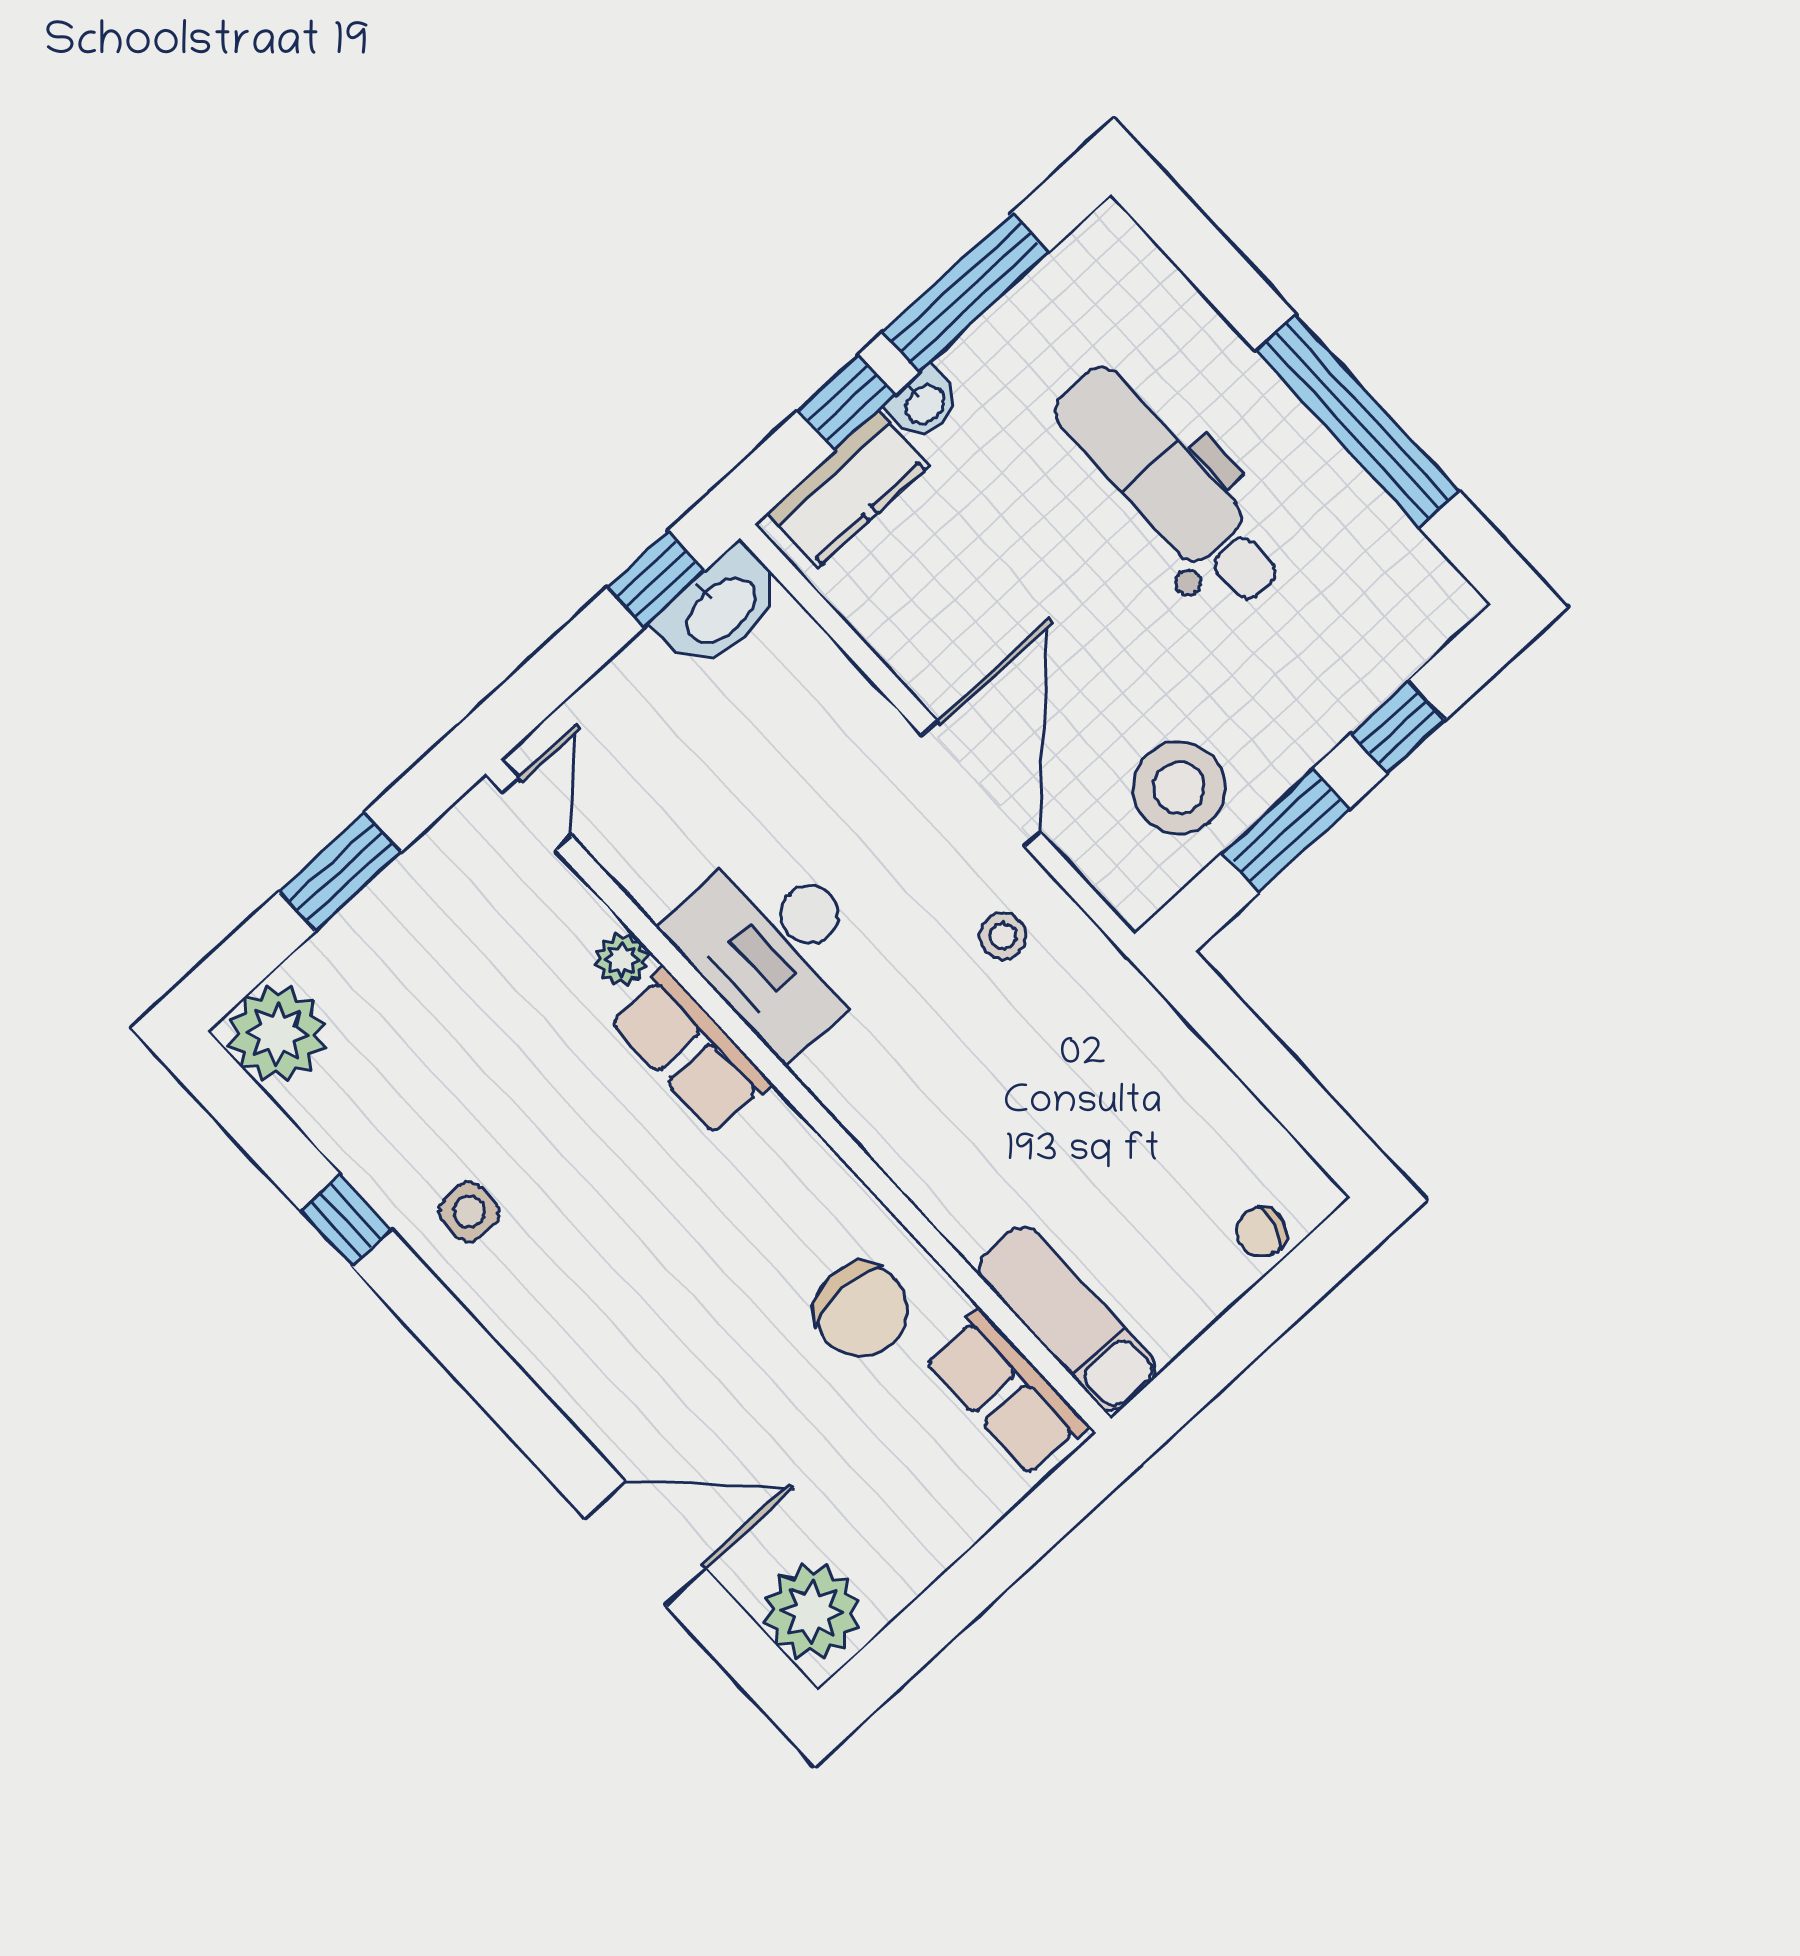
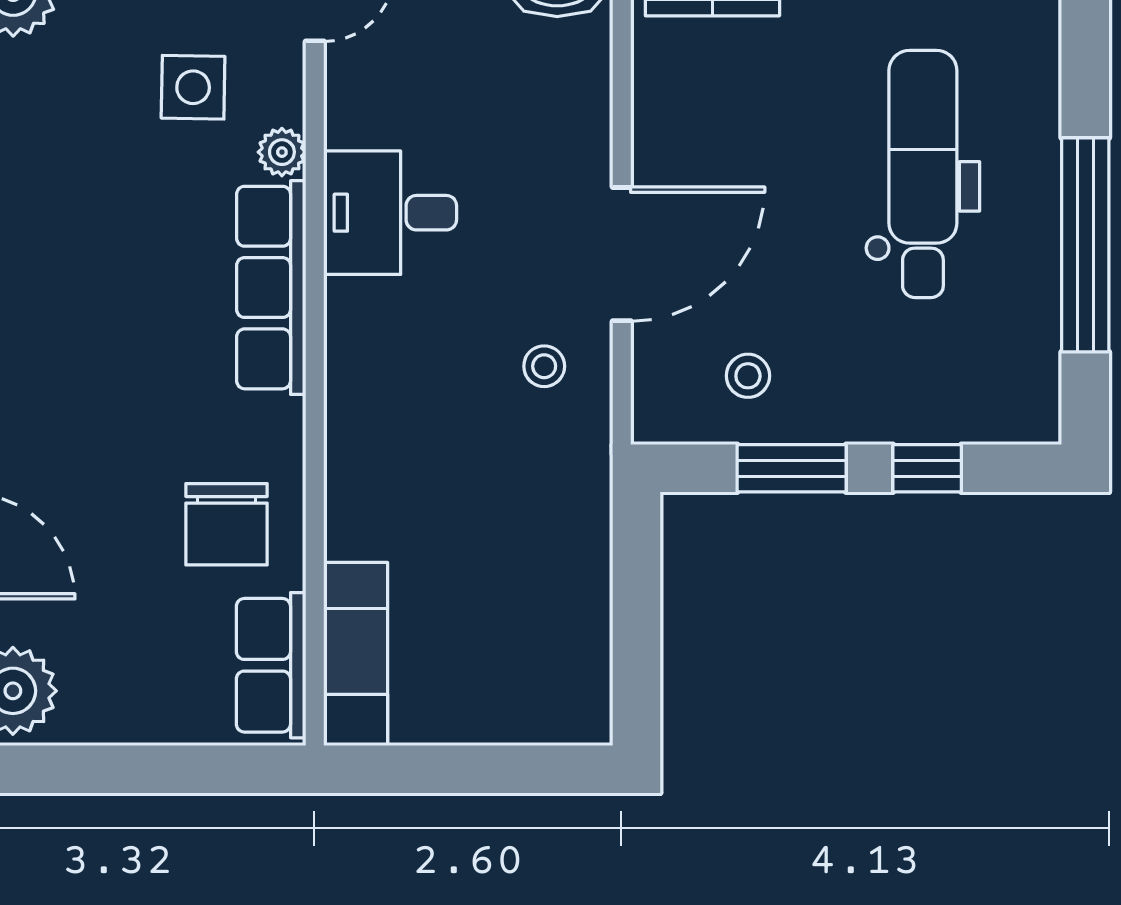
stool: (1179, 788) -> (748, 376), width x0.53, depth x0.53
desk: (775, 946) -> (390, 213), width x0.73
row of seats: (690, 1051) -> (271, 288), width x1.48
side table: (469, 1212) -> (193, 87), moved, width x1.37, depth x1.37
chair: (1261, 1232) -> (534, 715), removed

